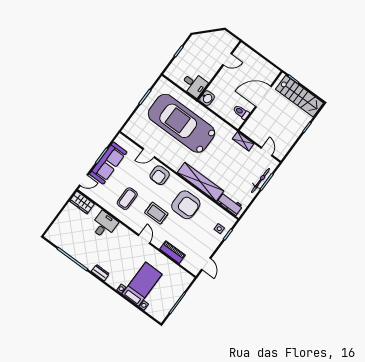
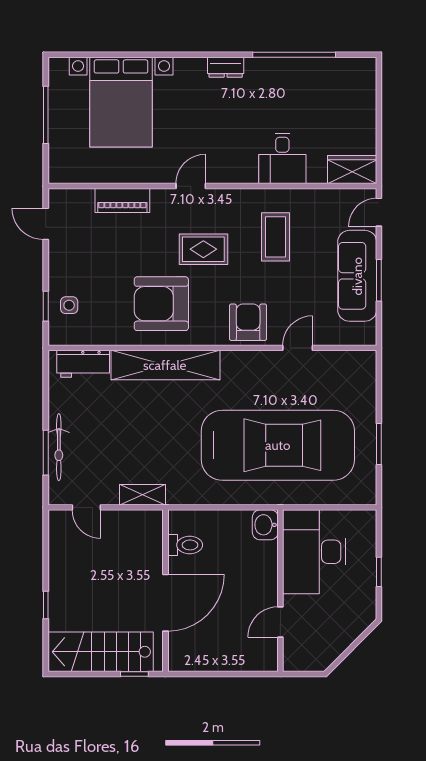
desk: (194, 84) -> (314, 552), width x1.87, depth x1.30
door: (144, 239) -> (191, 186), swing flipped
bed with nightstands: (142, 284) -> (121, 102), width x1.36

